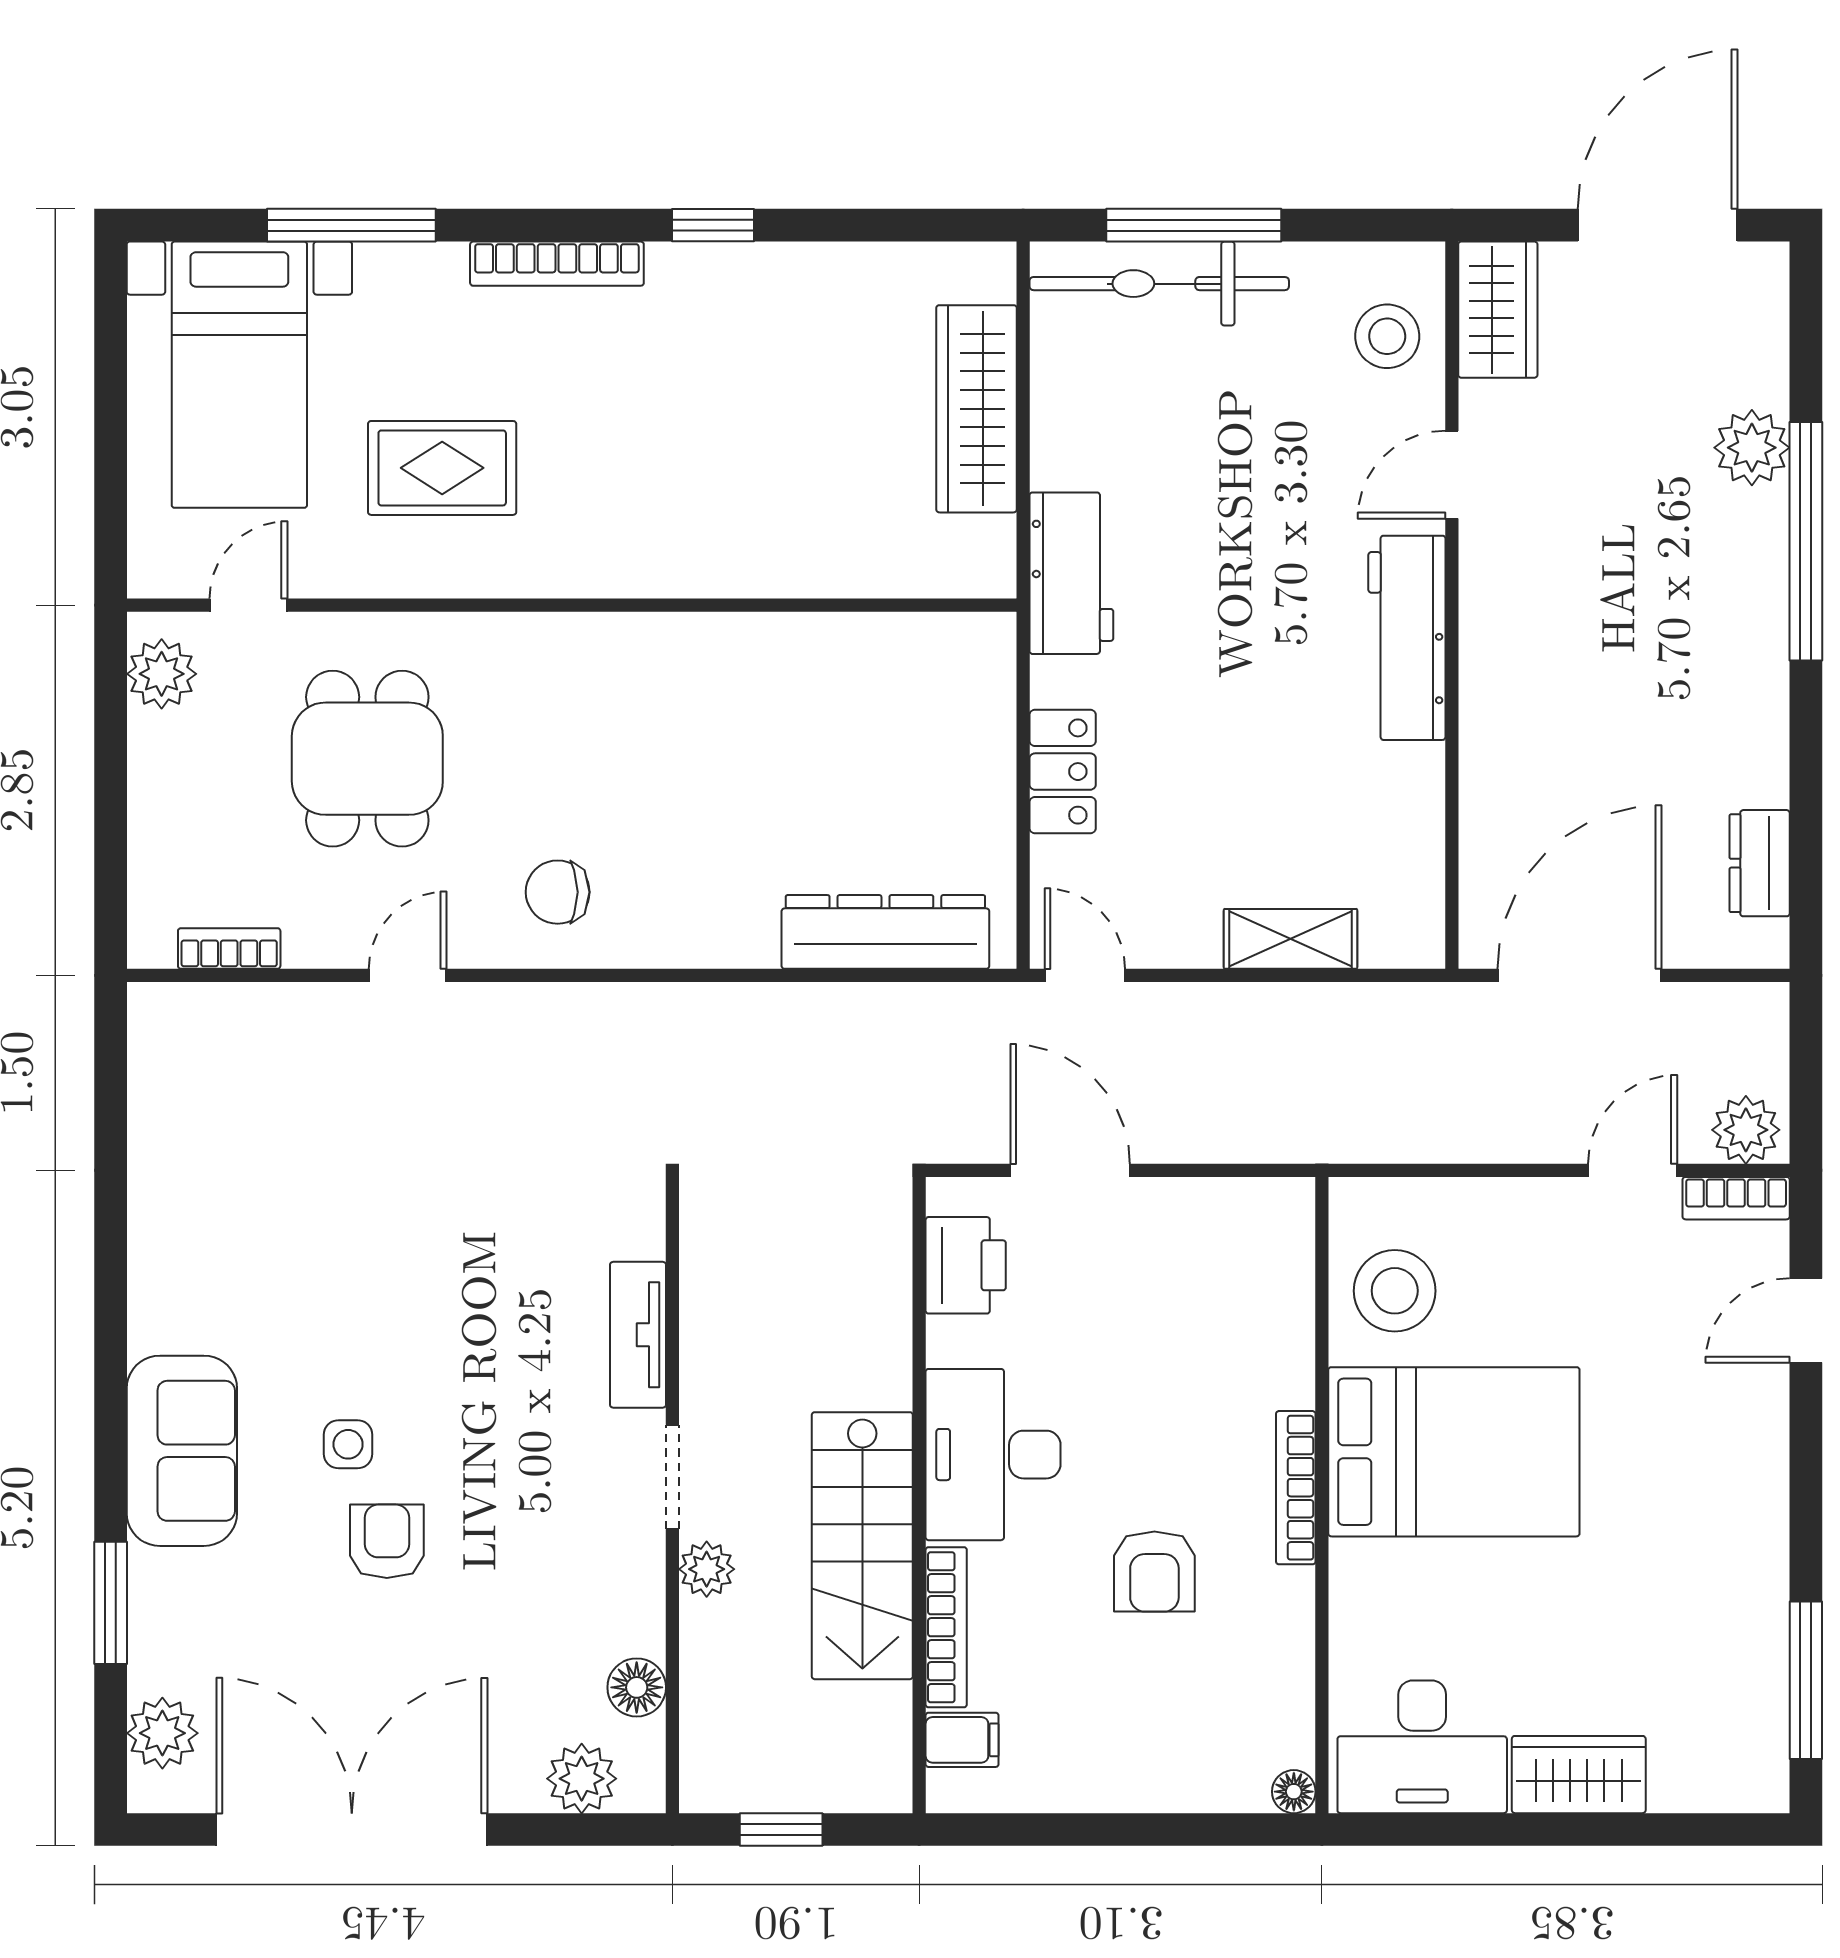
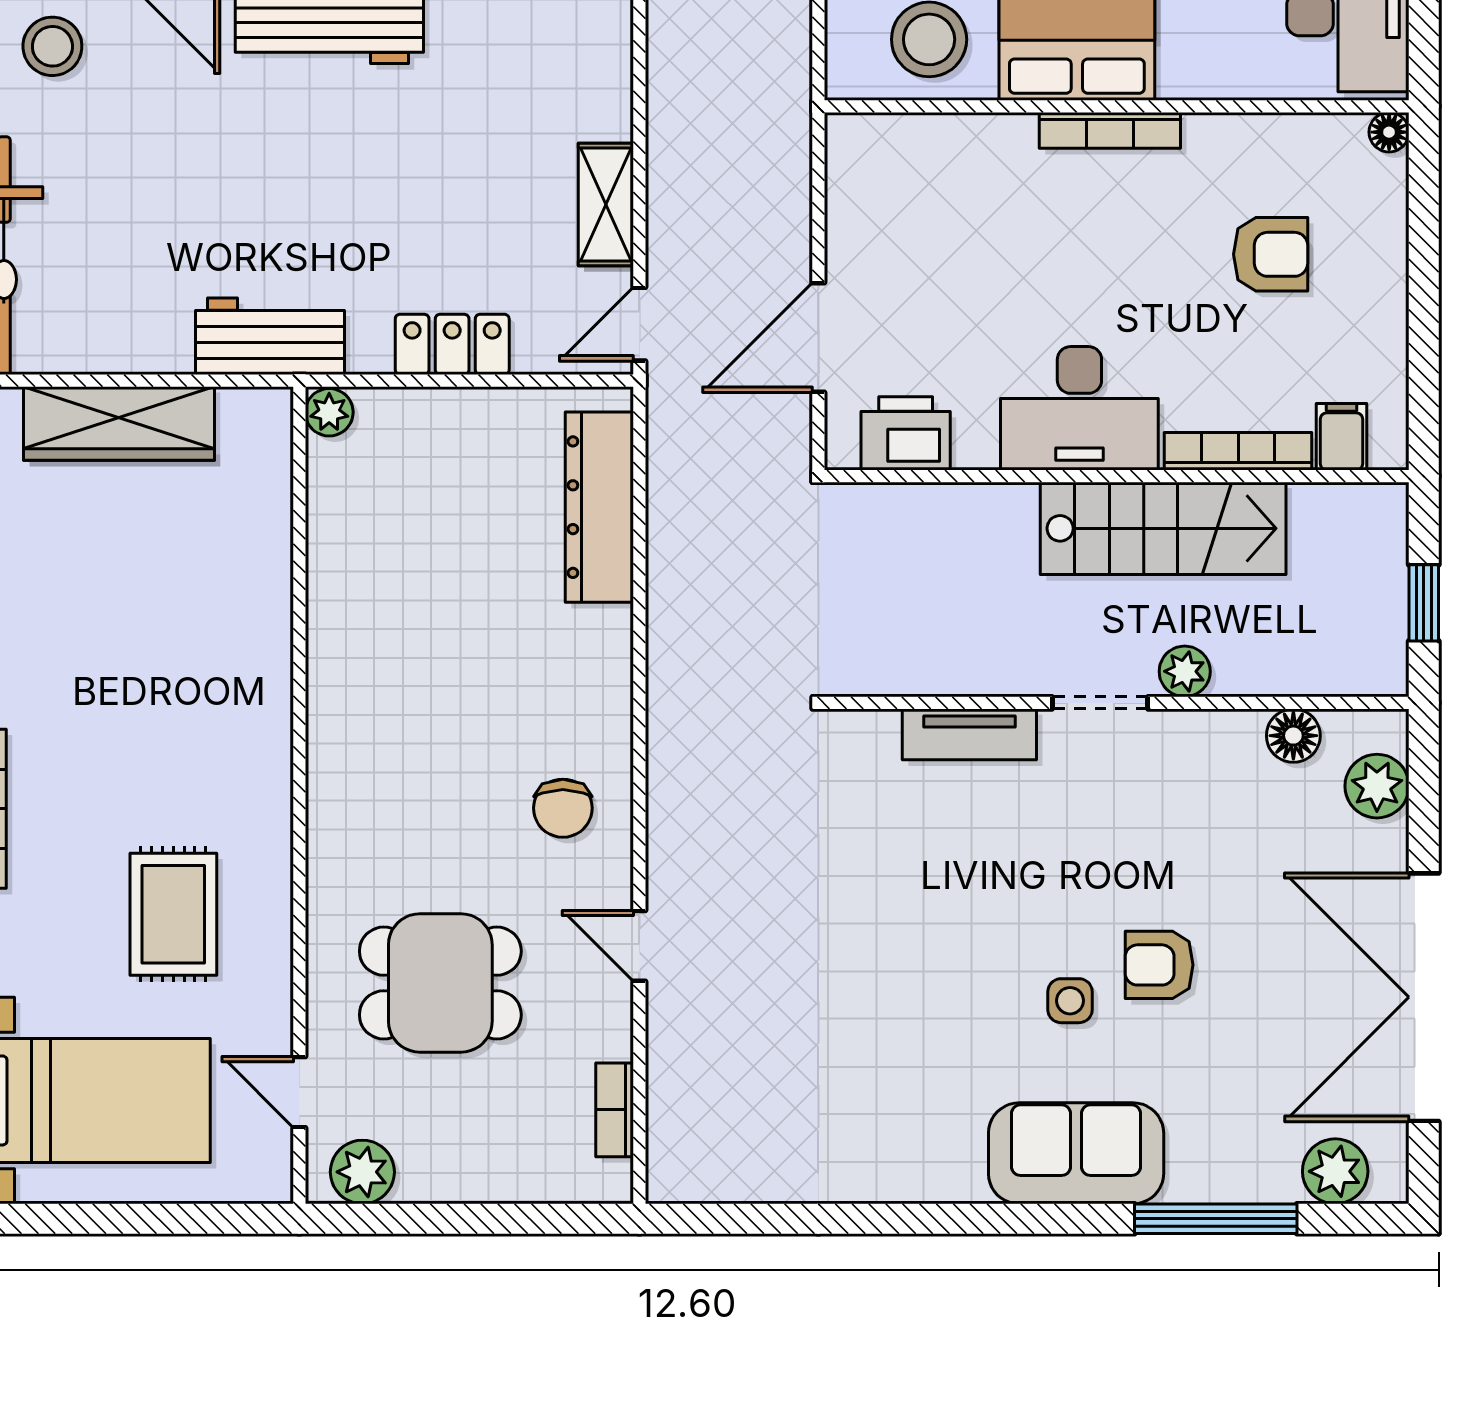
plant: (989, 638) -> (329, 412), added
shelving: (1291, 939) -> (606, 204), moved
armchair: (1154, 1572) -> (1271, 254), moved
window: (111, 1603) -> (1216, 1219), width x1.44

